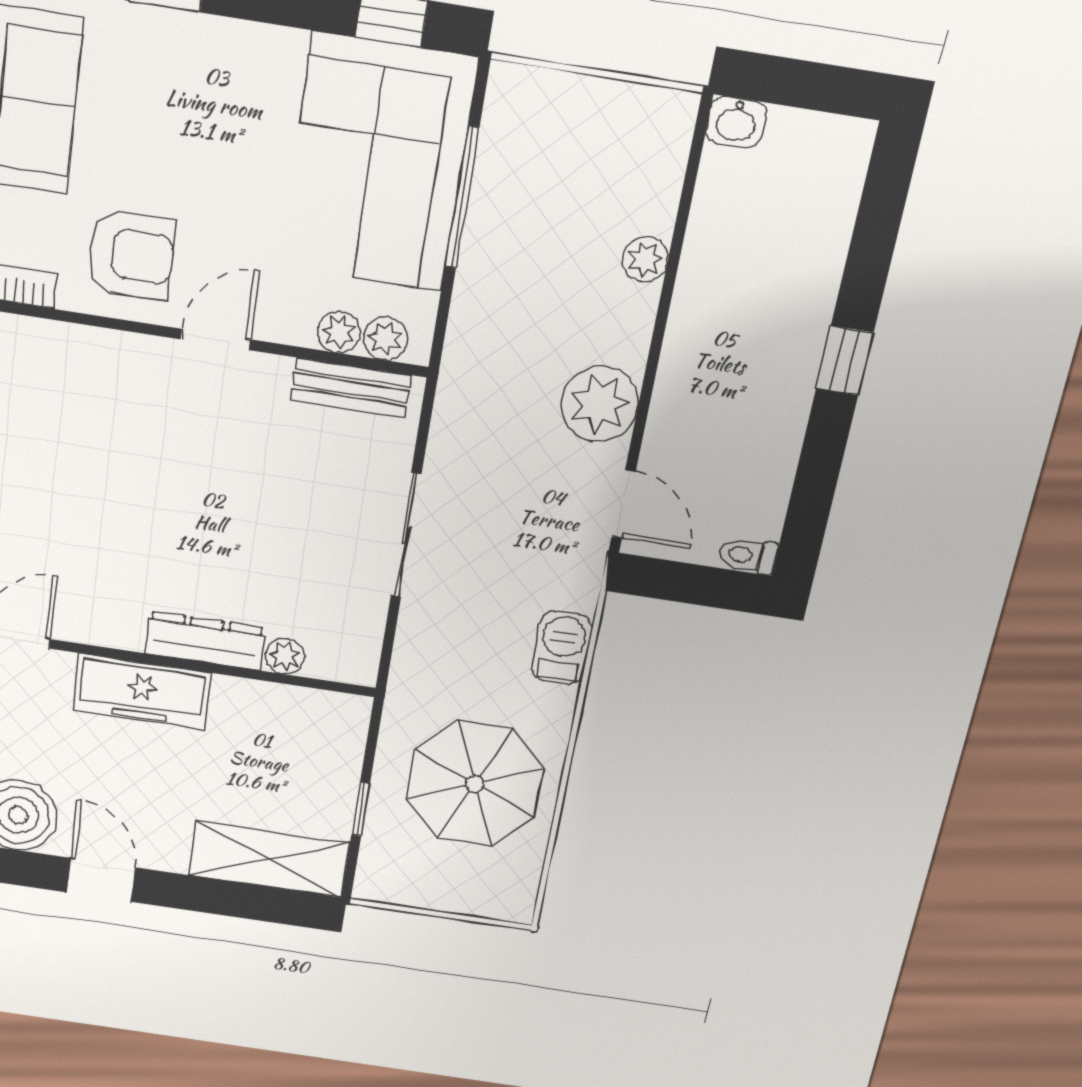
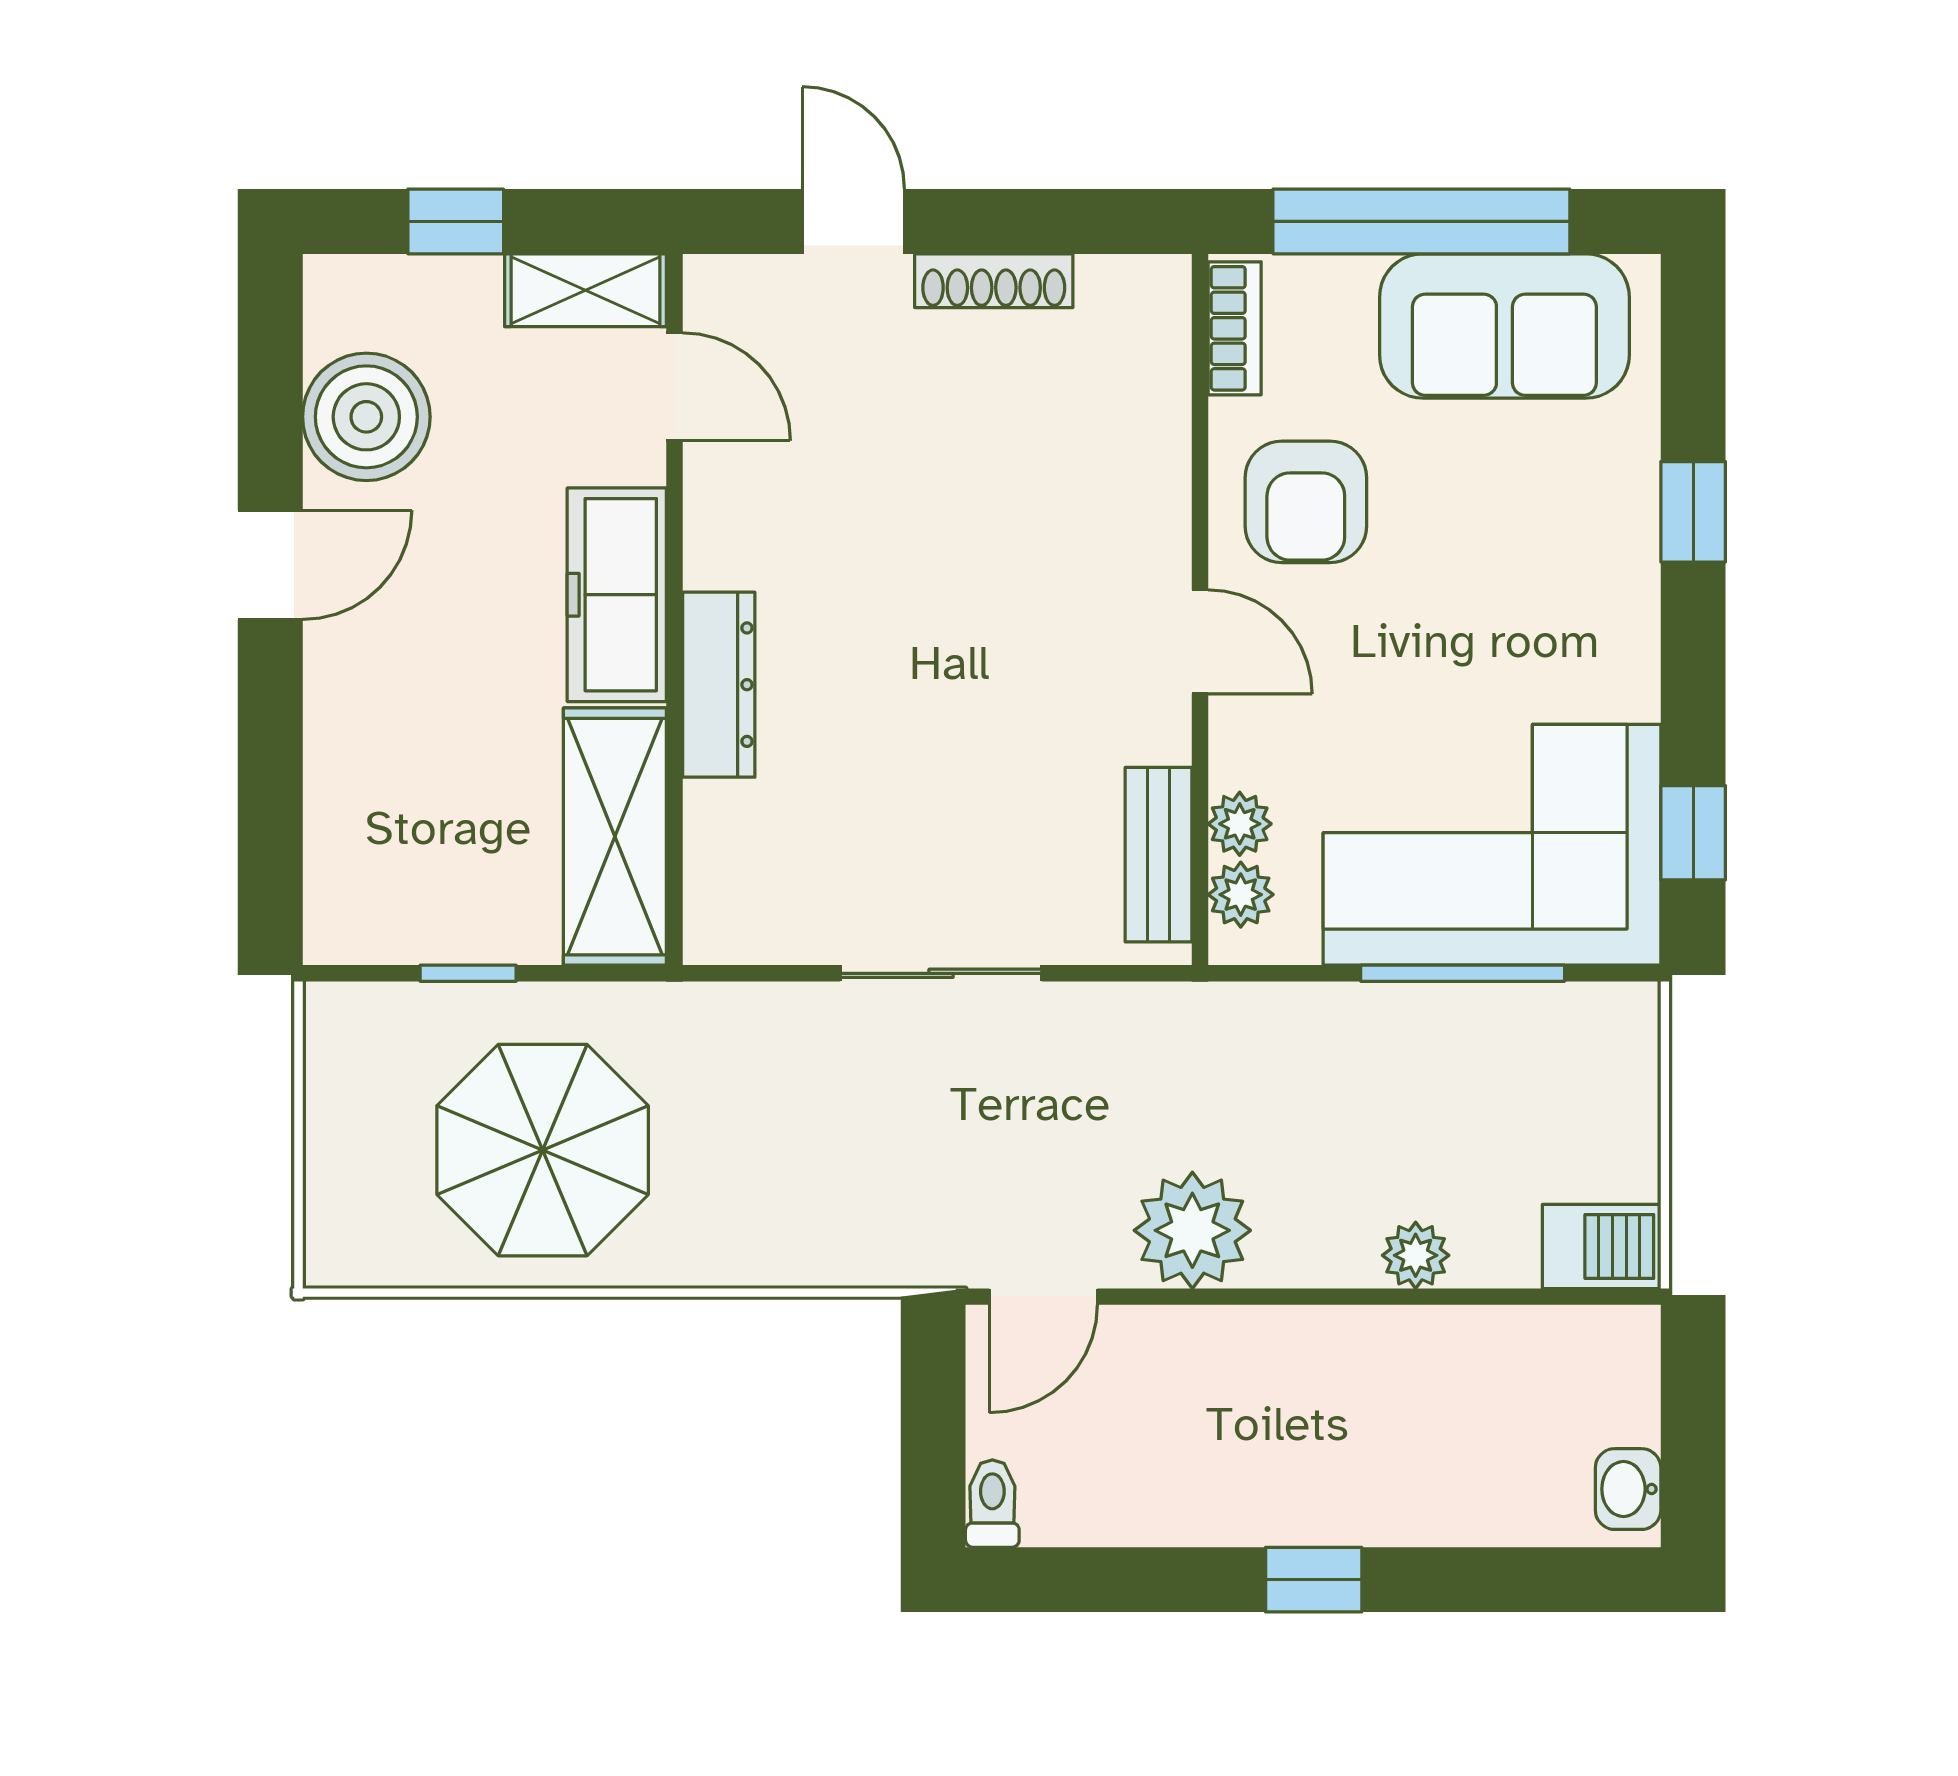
washbasin: (736, 122) -> (1628, 1489), moved
barbecue: (562, 648) -> (1602, 1247), moved
plant: (285, 656) -> (713, 814), removed
shelving: (269, 859) -> (615, 837), moved

